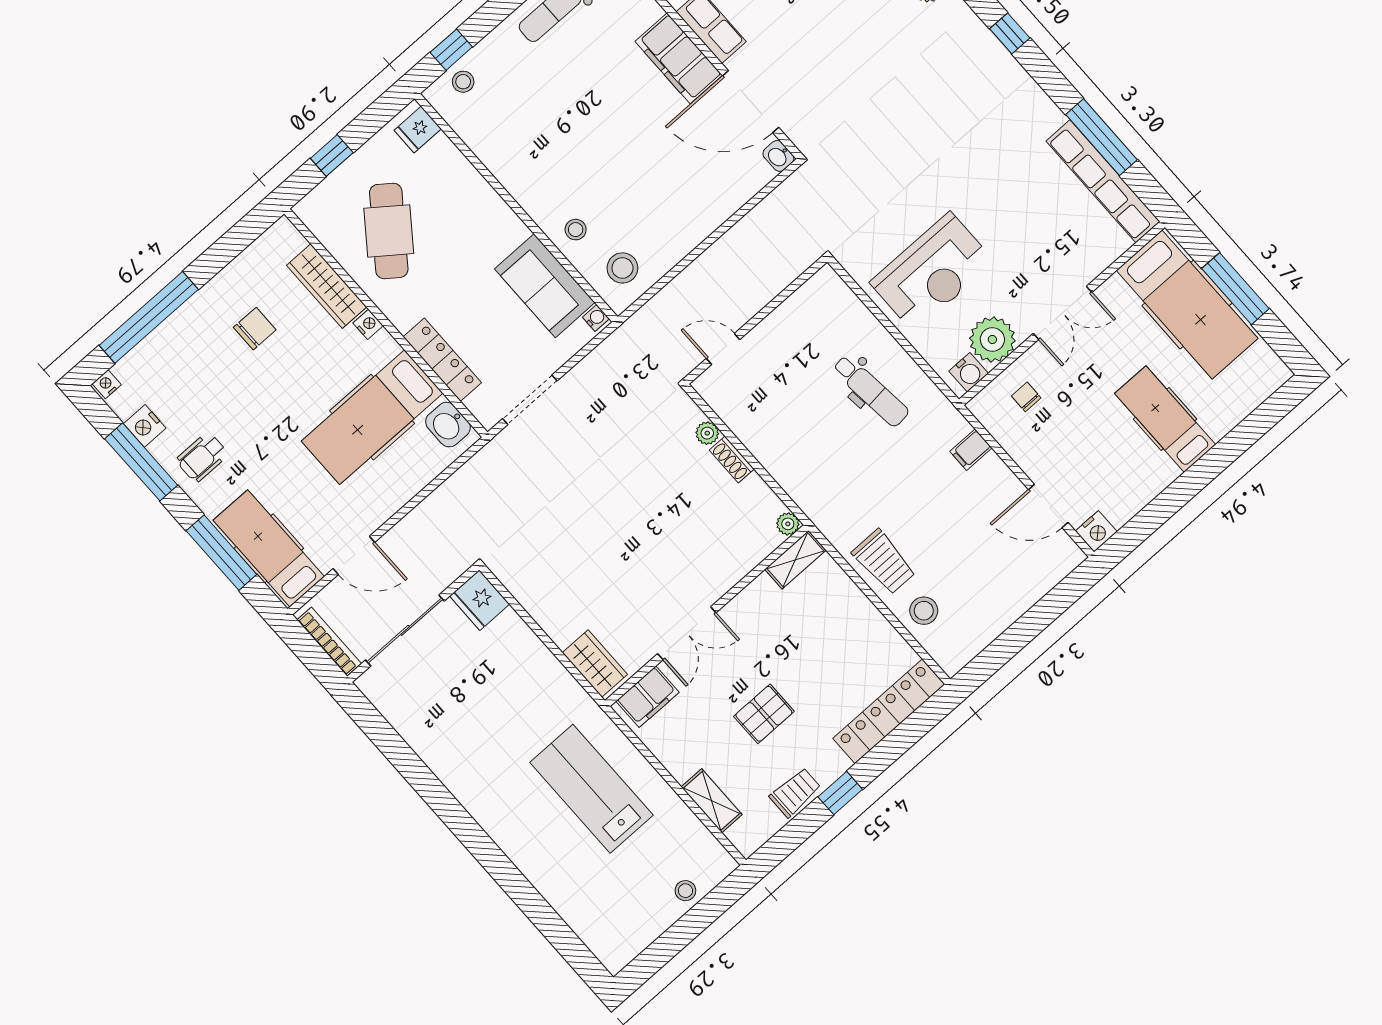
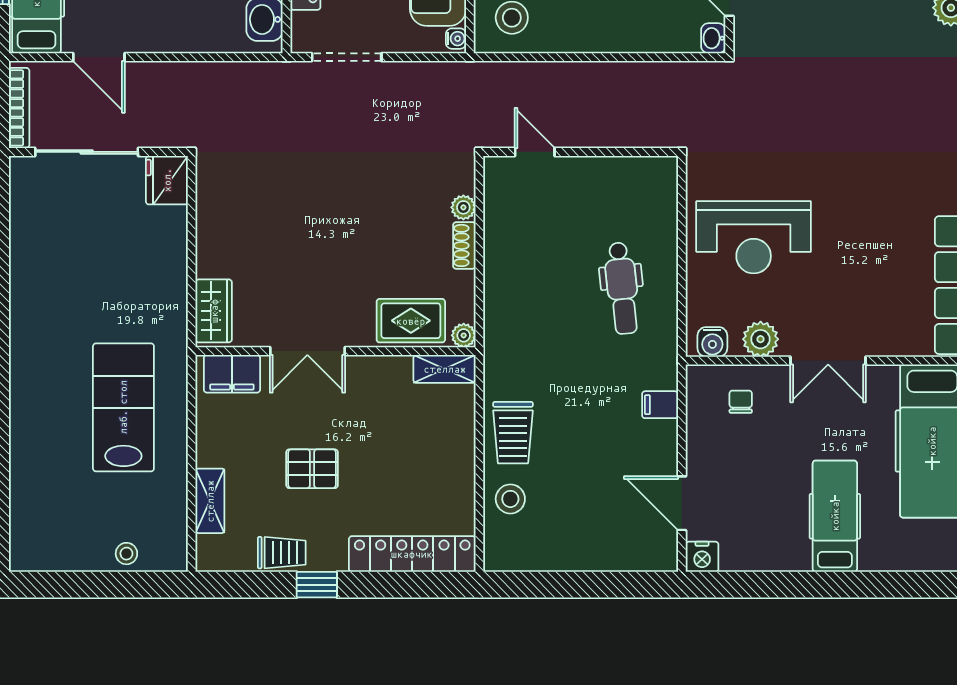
plant: (992, 339) -> (761, 339), width x0.73, depth x0.73
rug: (741, 547) -> (411, 321), added

